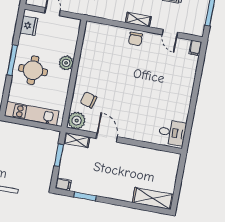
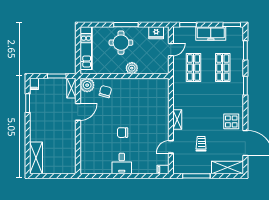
chair: (135, 39) -> (123, 133), moved
desk: (172, 133) -> (122, 163), moved

